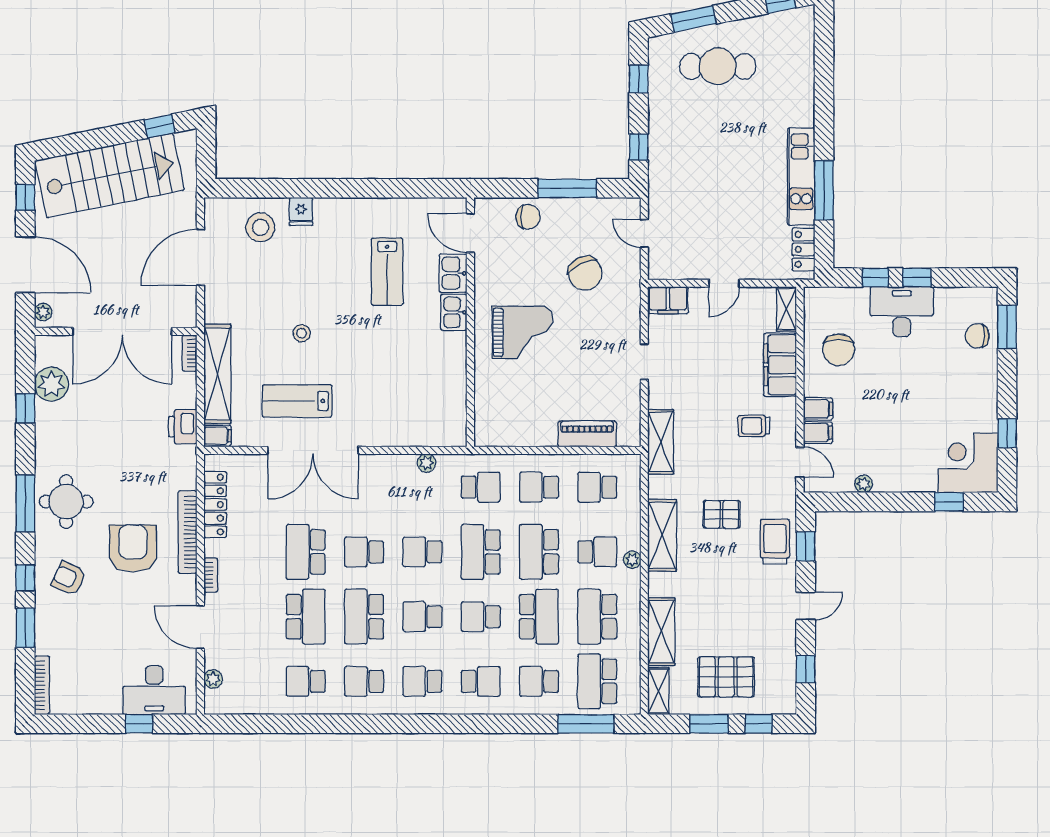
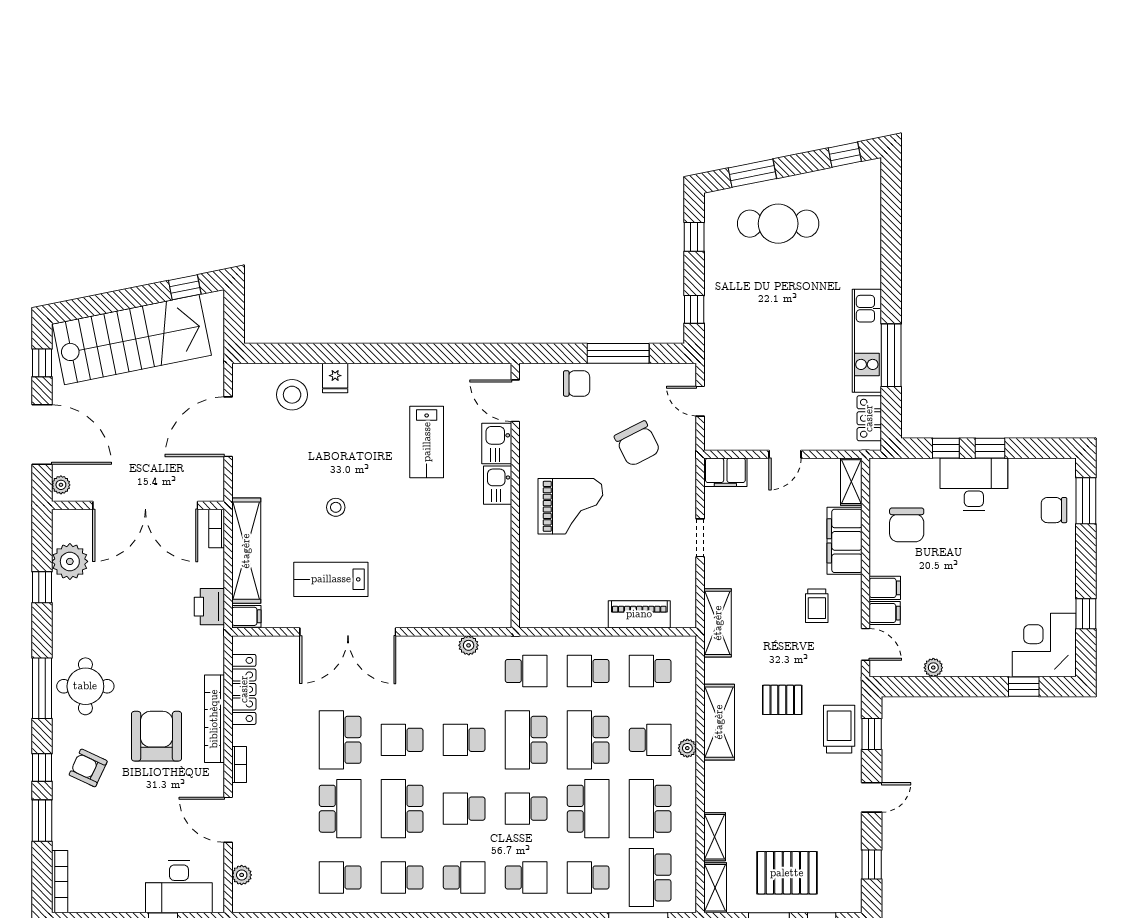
trolley: (754, 426) -> (817, 606), turned -90
shelving: (661, 632) -> (715, 837), width x0.67, depth x0.75
school desk: (422, 681) -> (464, 877), turned 180

